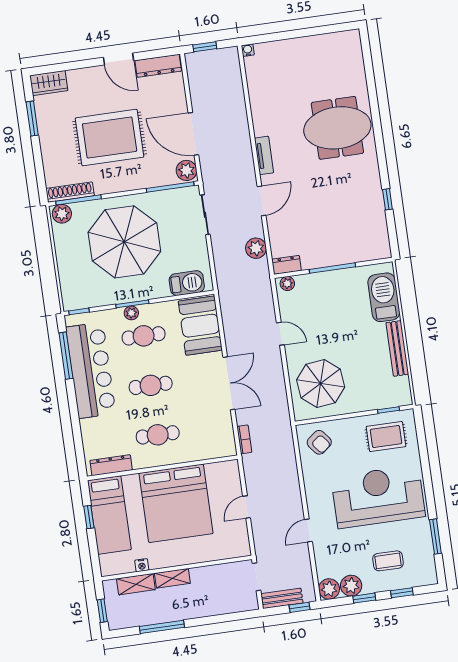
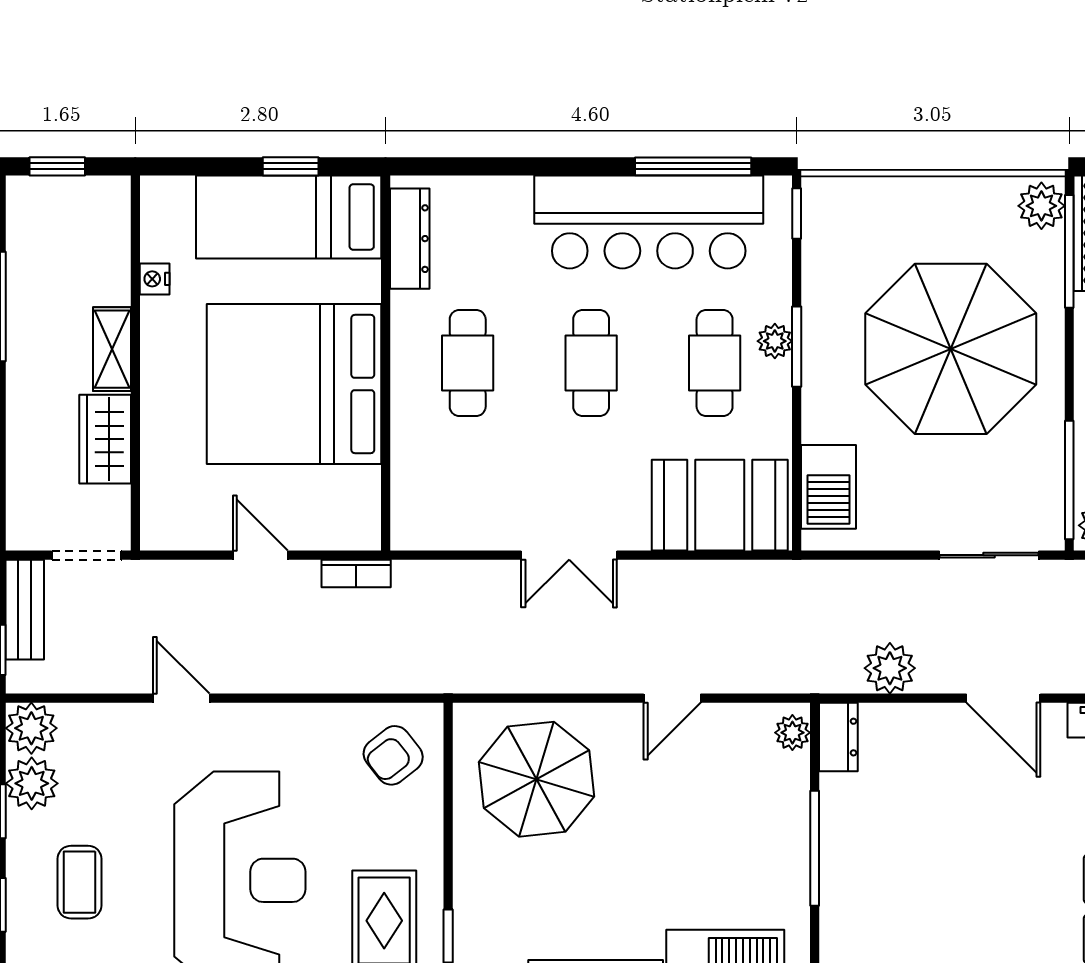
double door: (229, 383) -> (569, 555), width x0.73
bookcase: (244, 439) -> (356, 573), moved
wardrobe: (209, 576) -> (105, 439), added
shelving: (136, 584) -> (110, 258), removed

